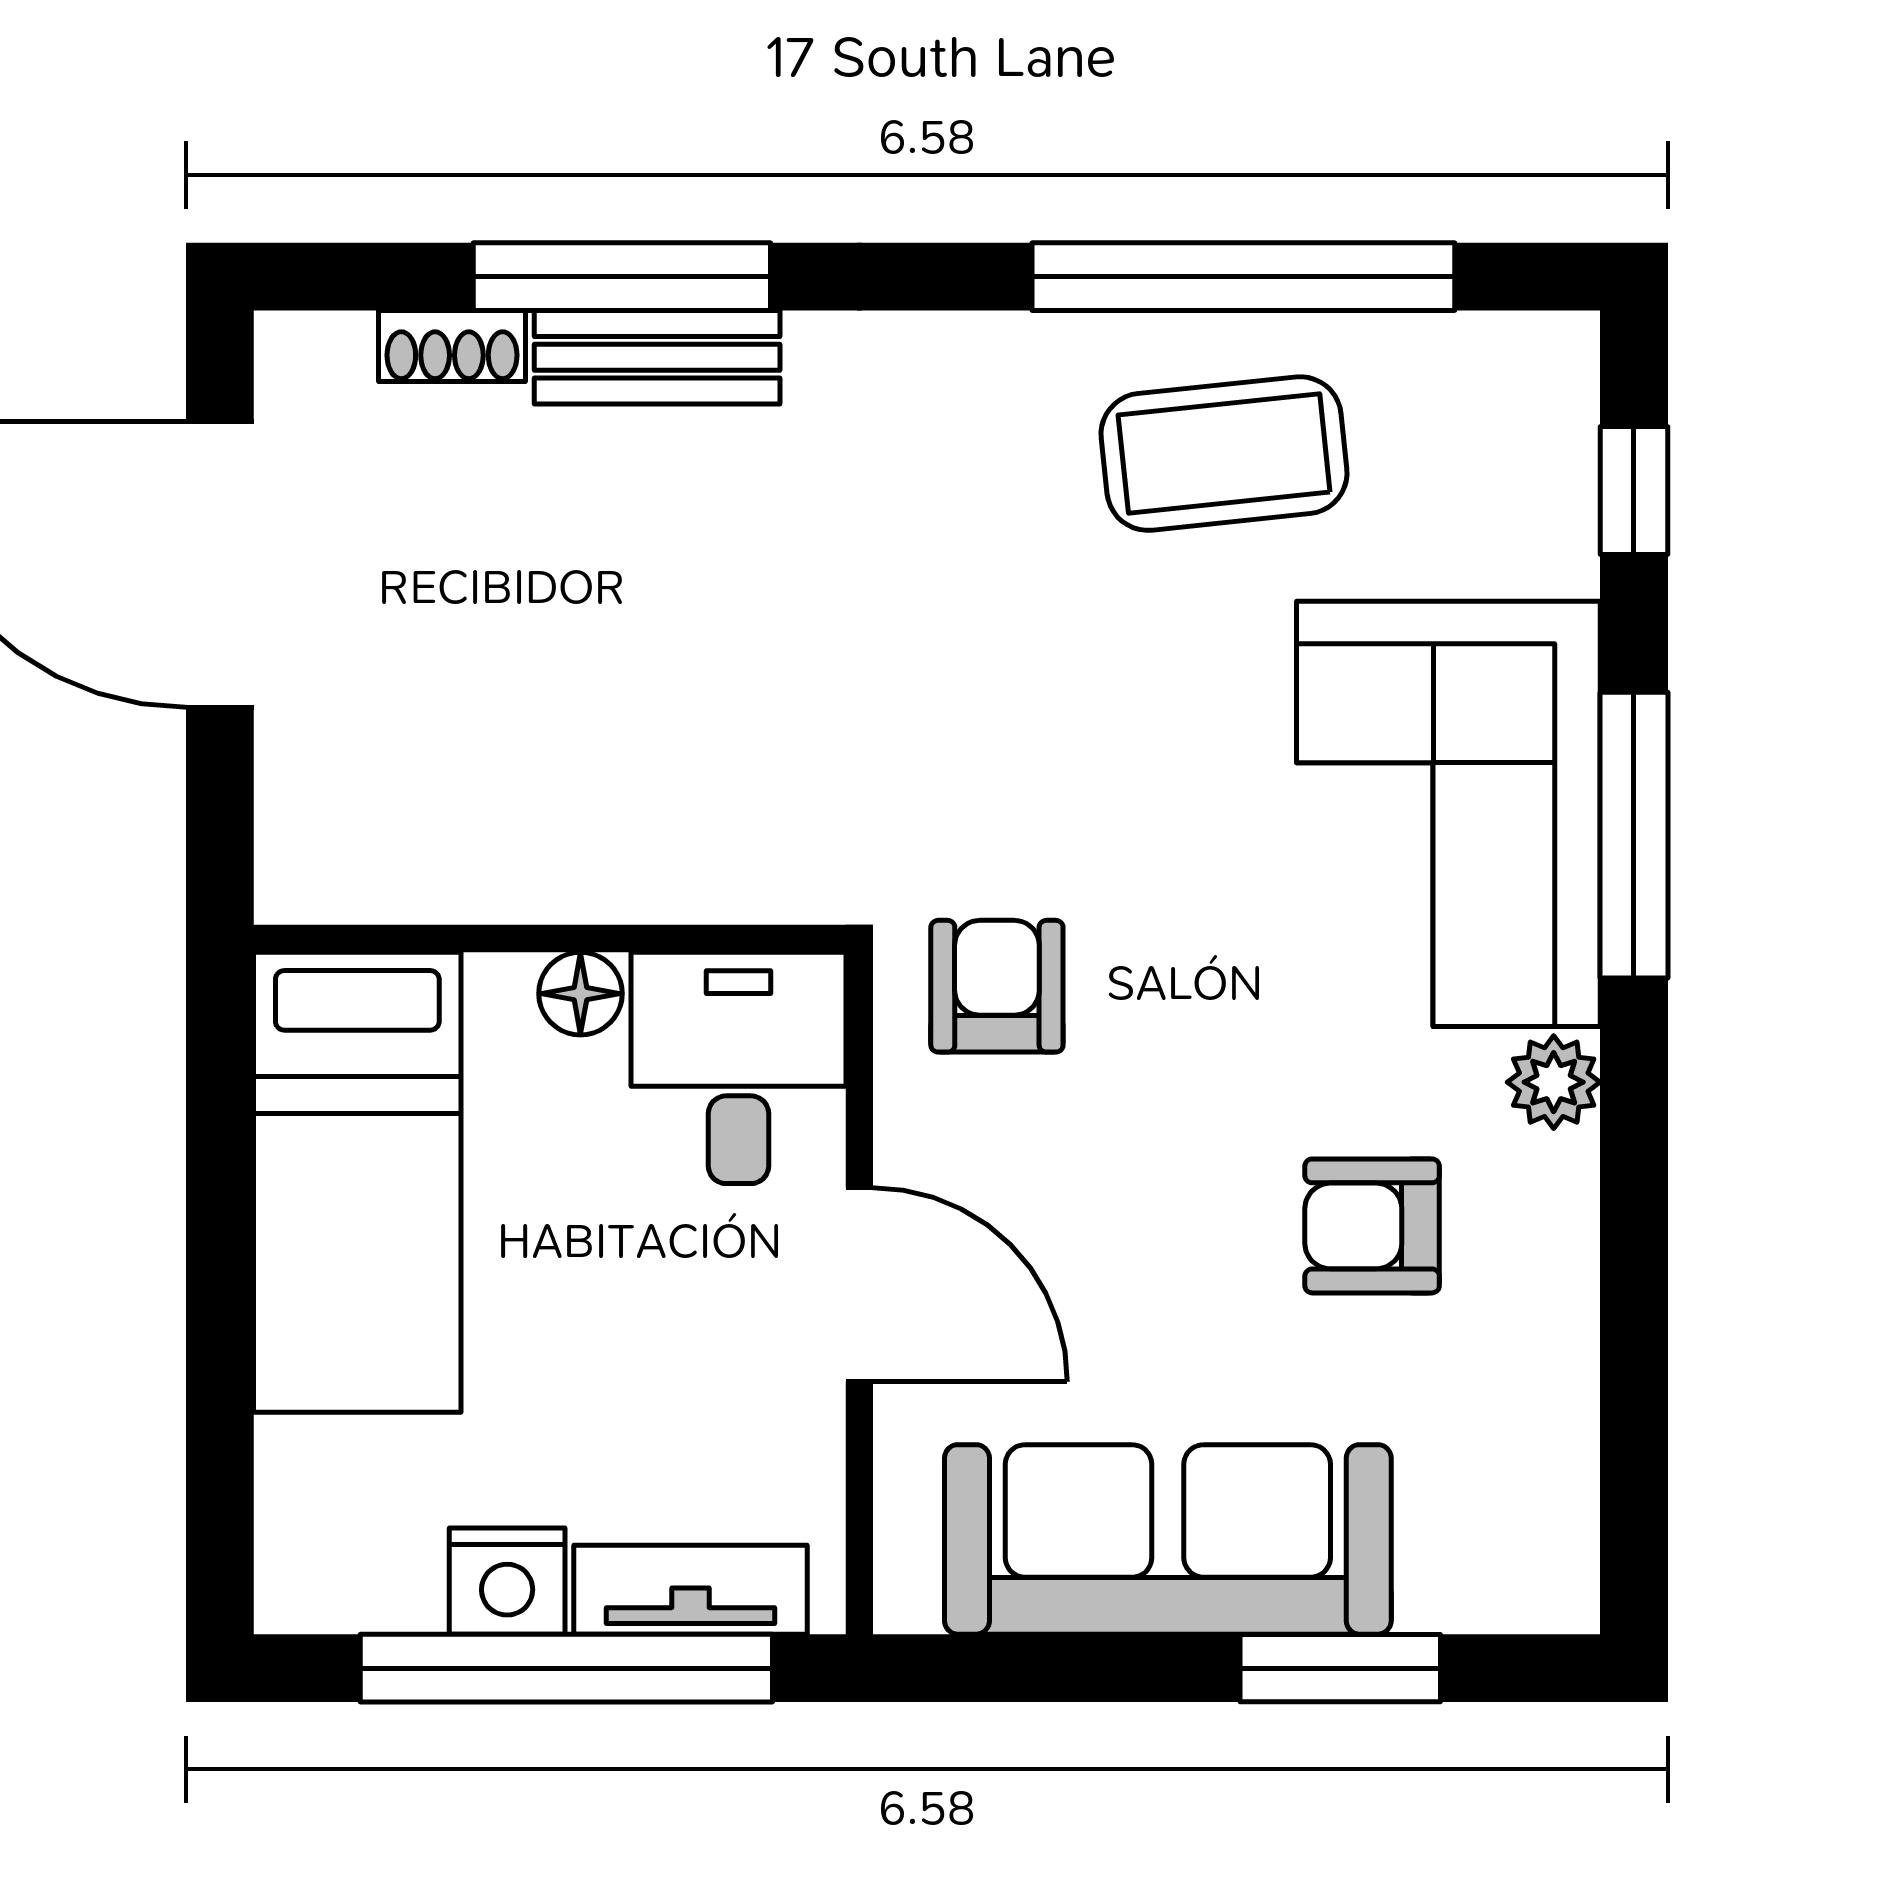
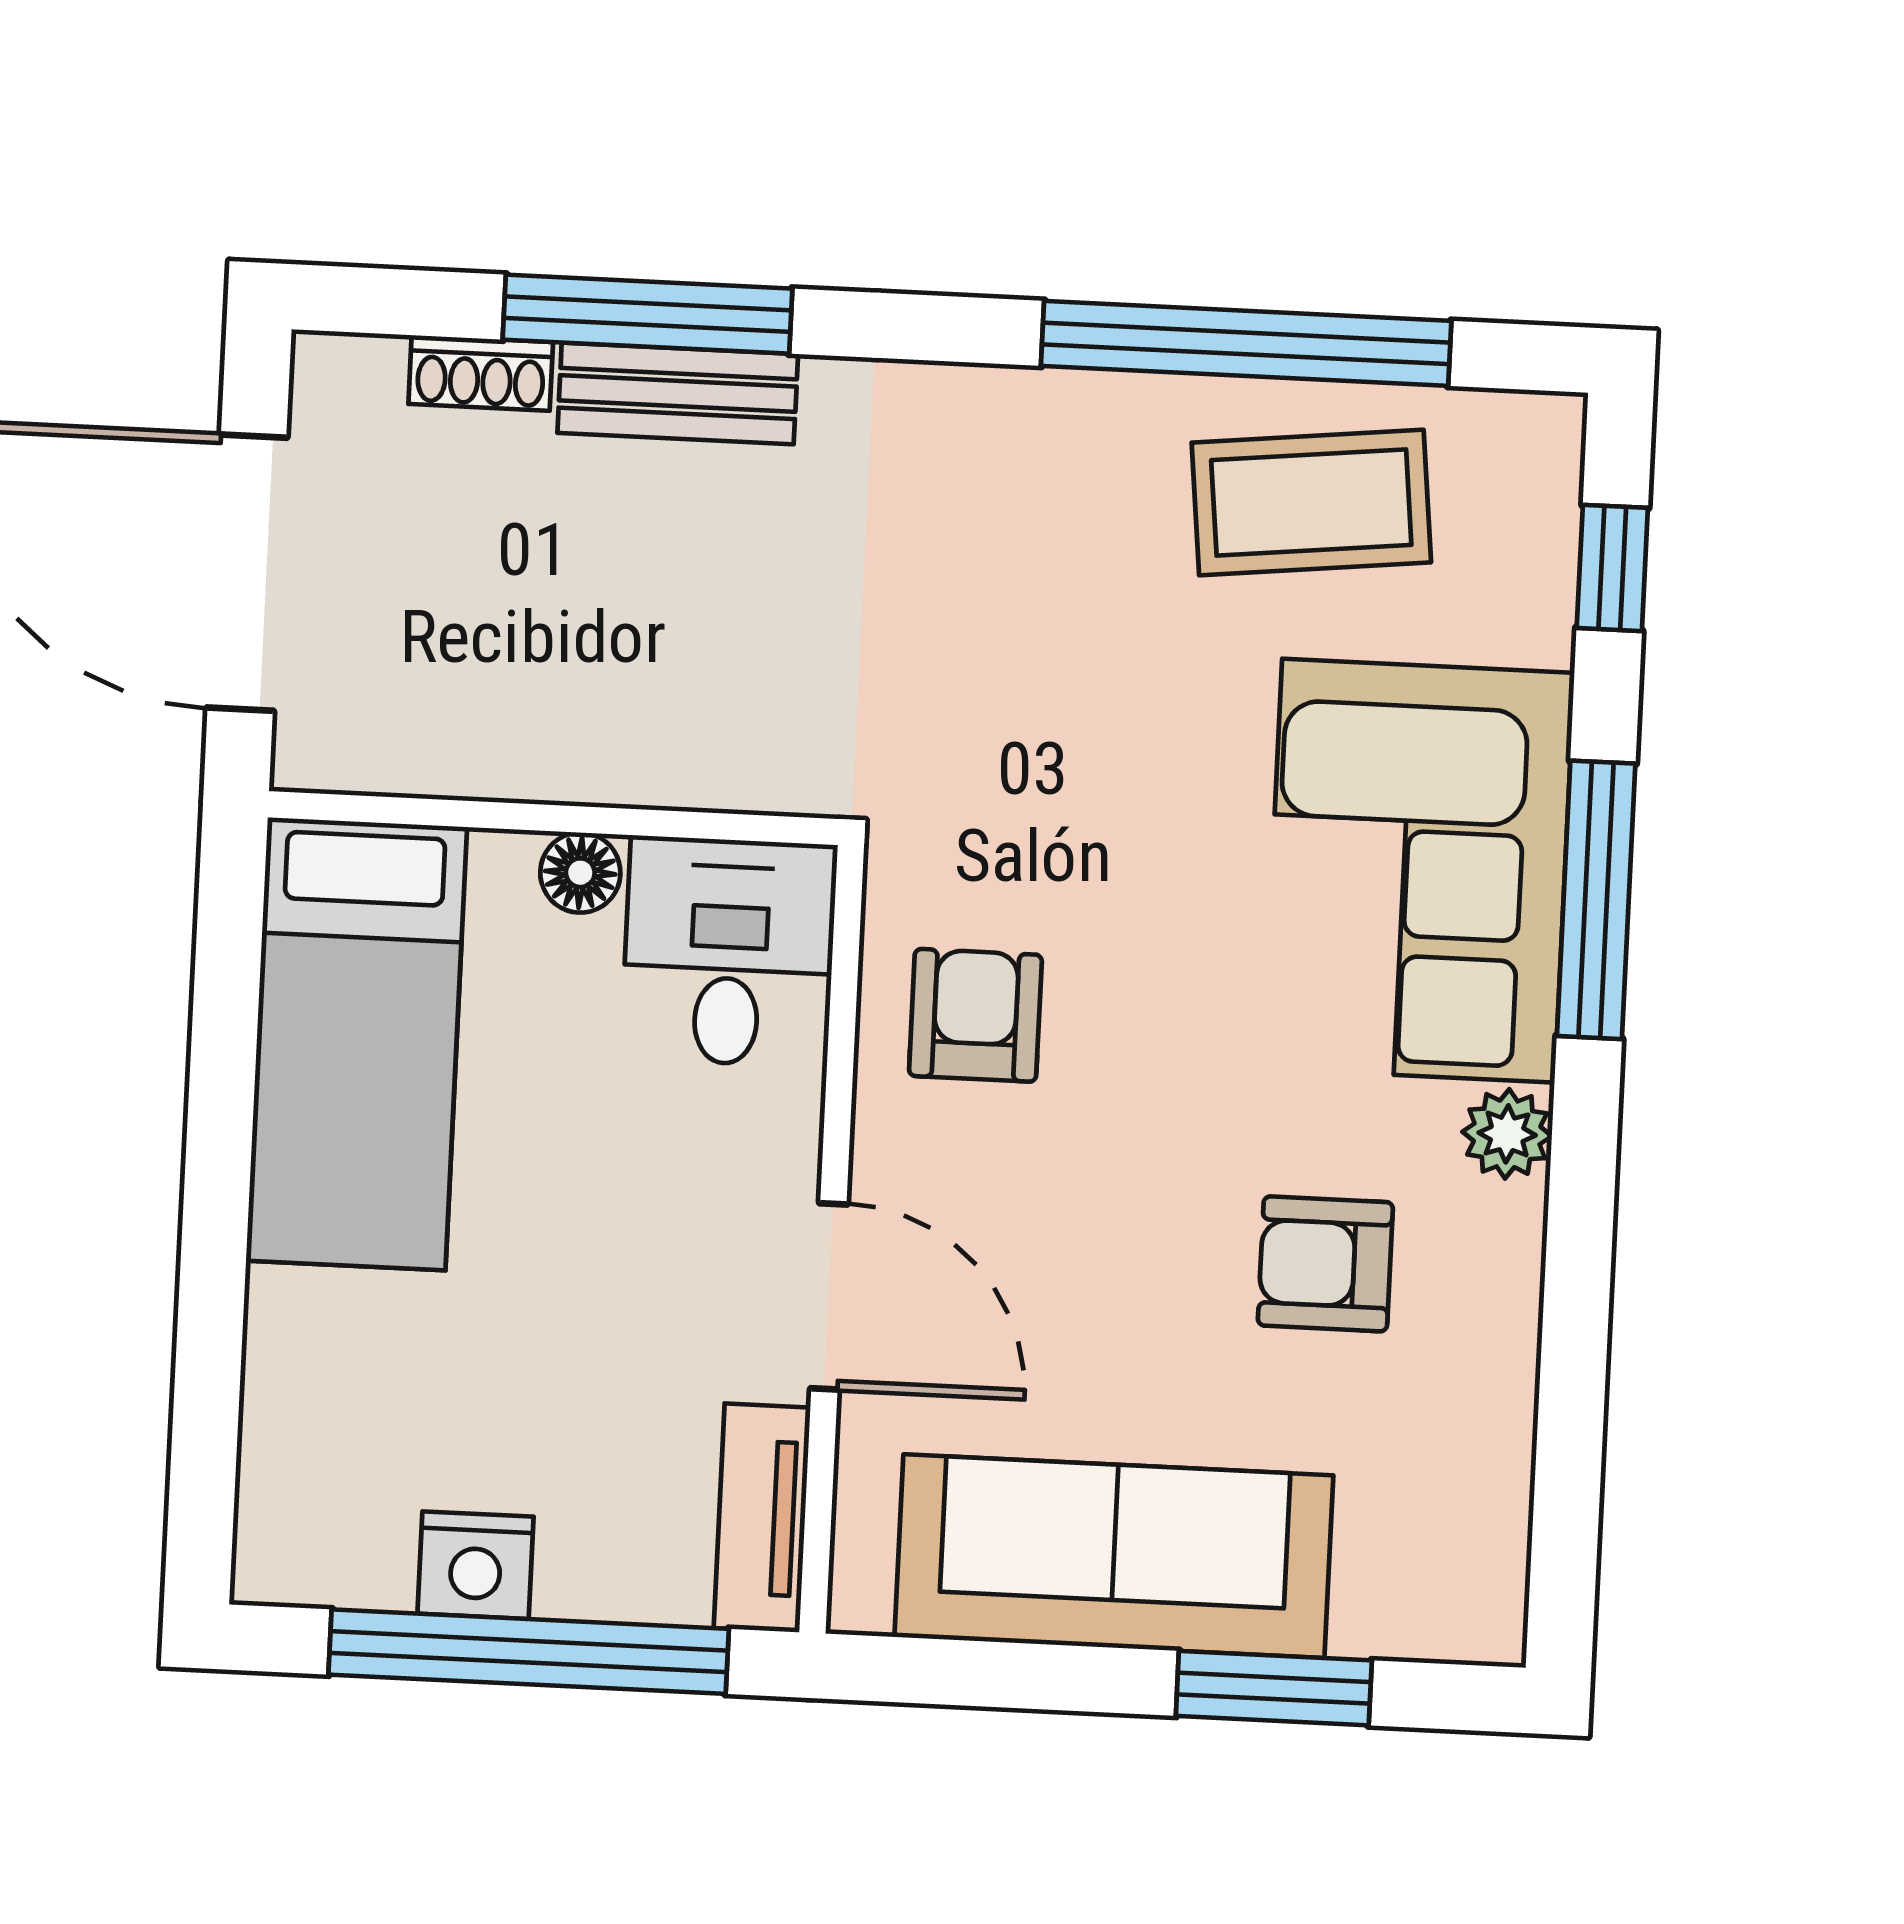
coffee table: (1224, 454) -> (1311, 503), moved
wall: (550, 939) -> (553, 818), moved
floor lamp: (580, 994) -> (580, 873), moved
desk: (738, 1068) -> (729, 952), moved
bed: (357, 1182) -> (357, 1044), moved
tv unit: (690, 1590) -> (762, 1518), moved, turned -90

